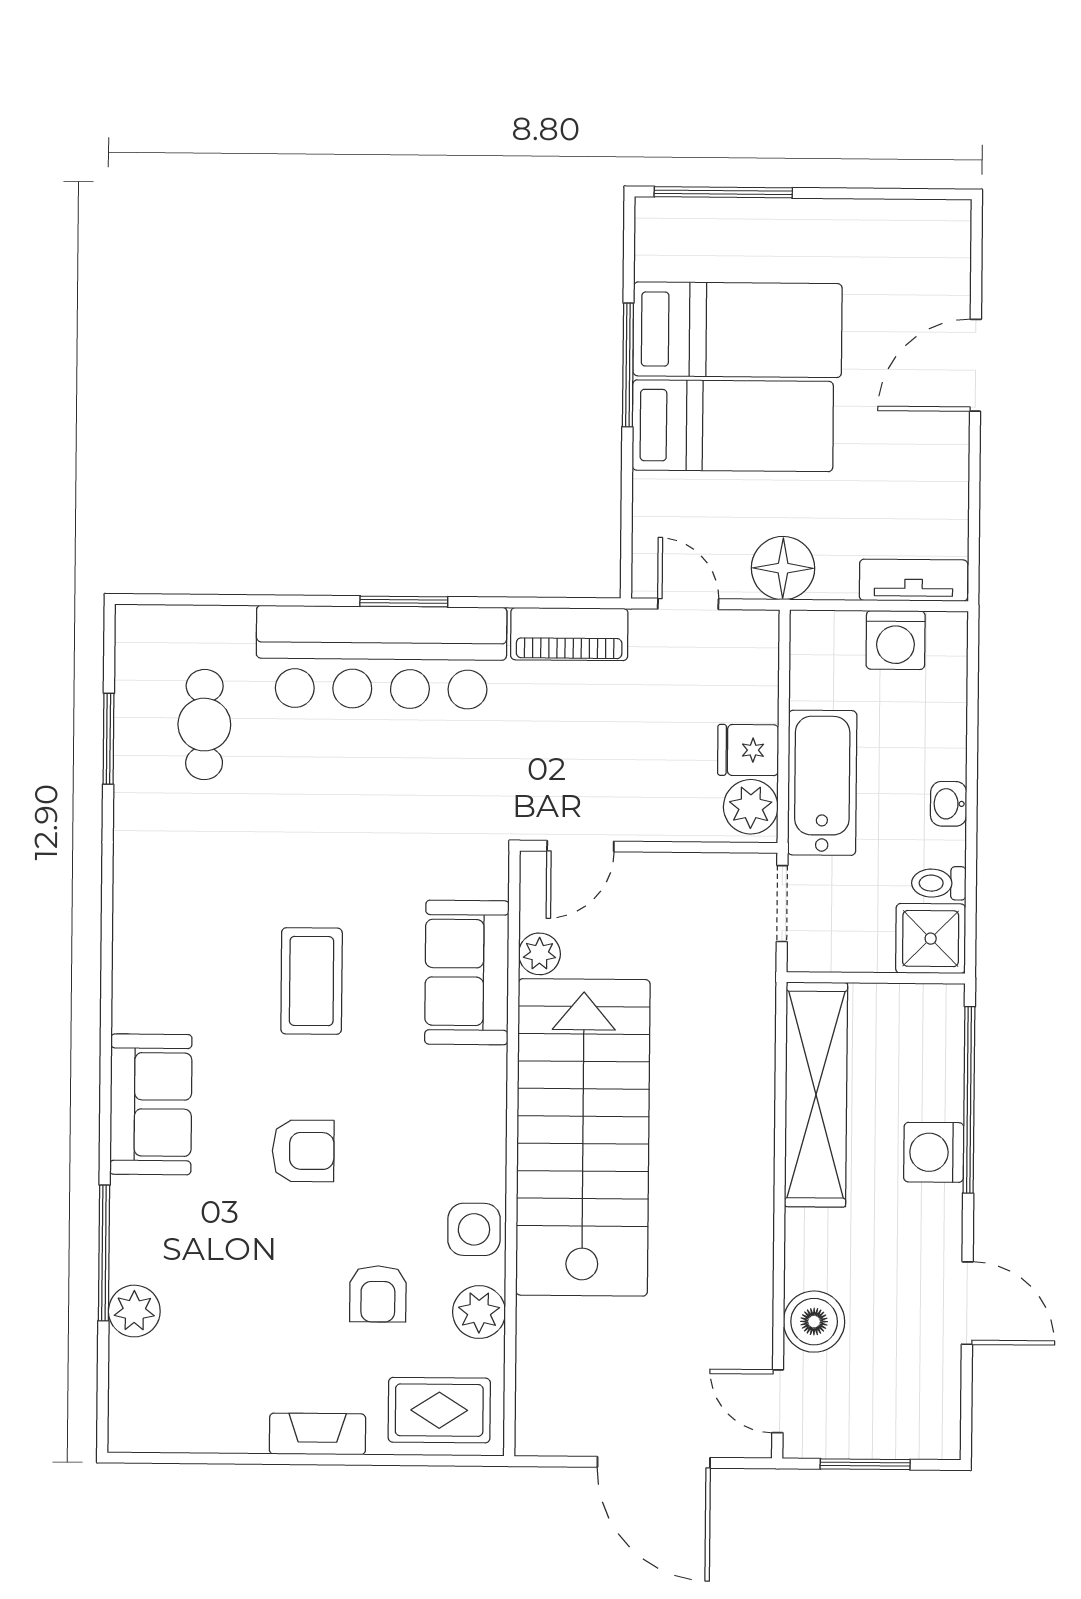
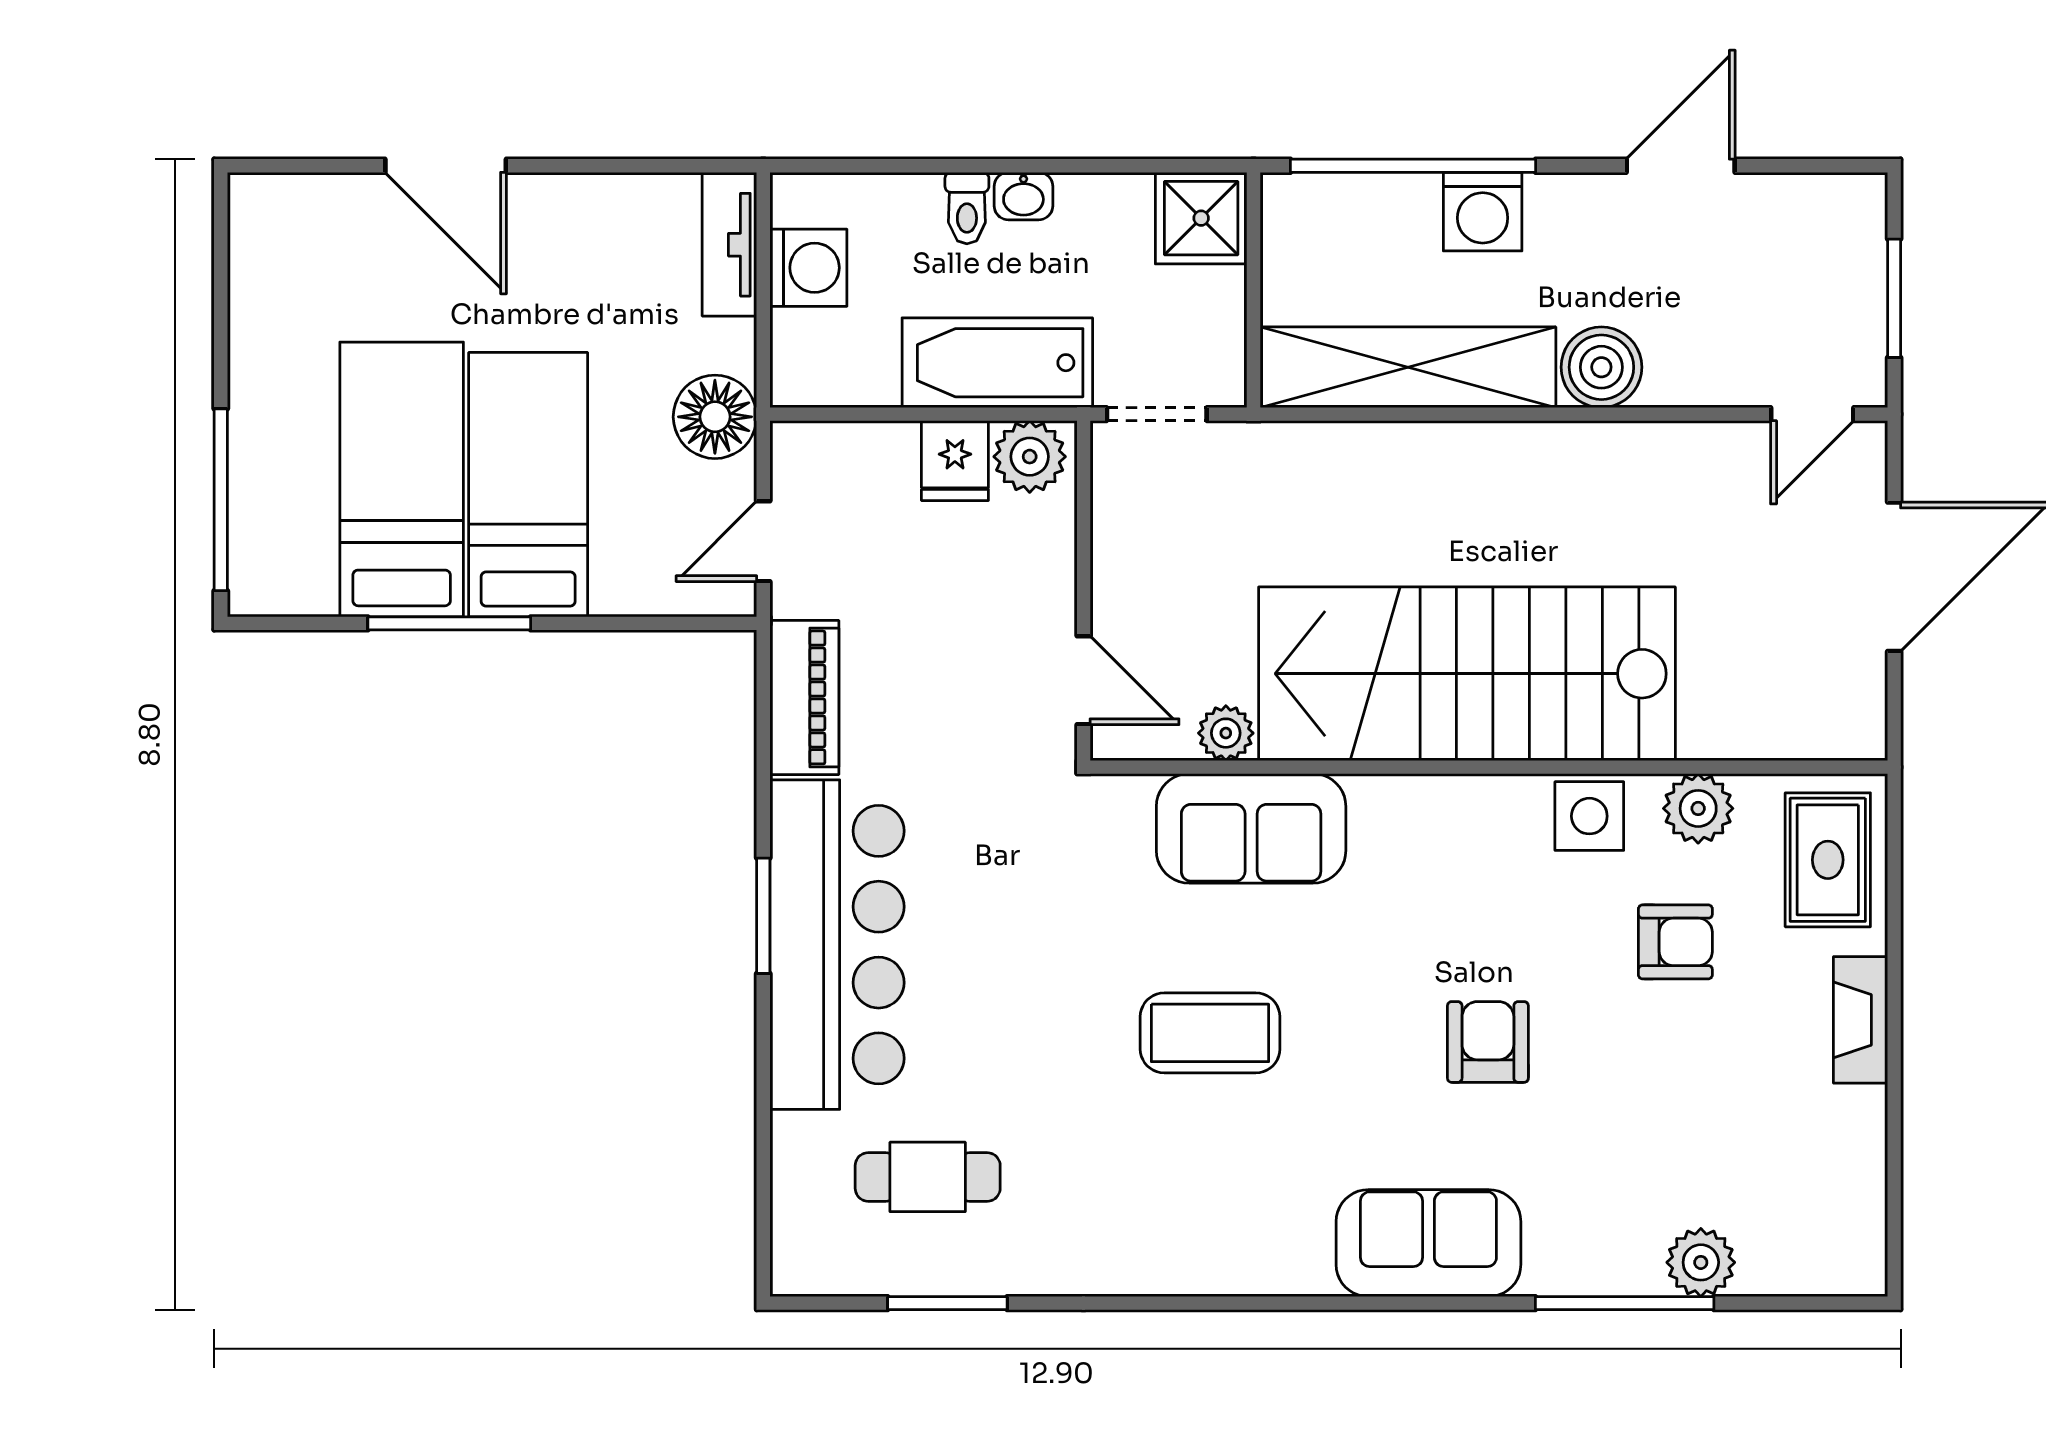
toilet: (939, 883) -> (967, 208), moved
coffee table: (312, 981) -> (1210, 1033), moved
boiler: (814, 1322) -> (1601, 367), moved

